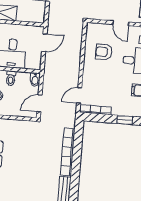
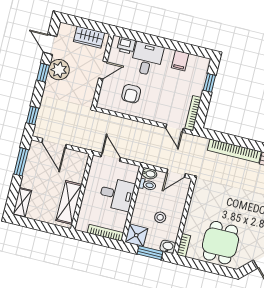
toilet: (11, 78) -> (147, 185), moved
door: (39, 103) -> (176, 173), hinge flipped

